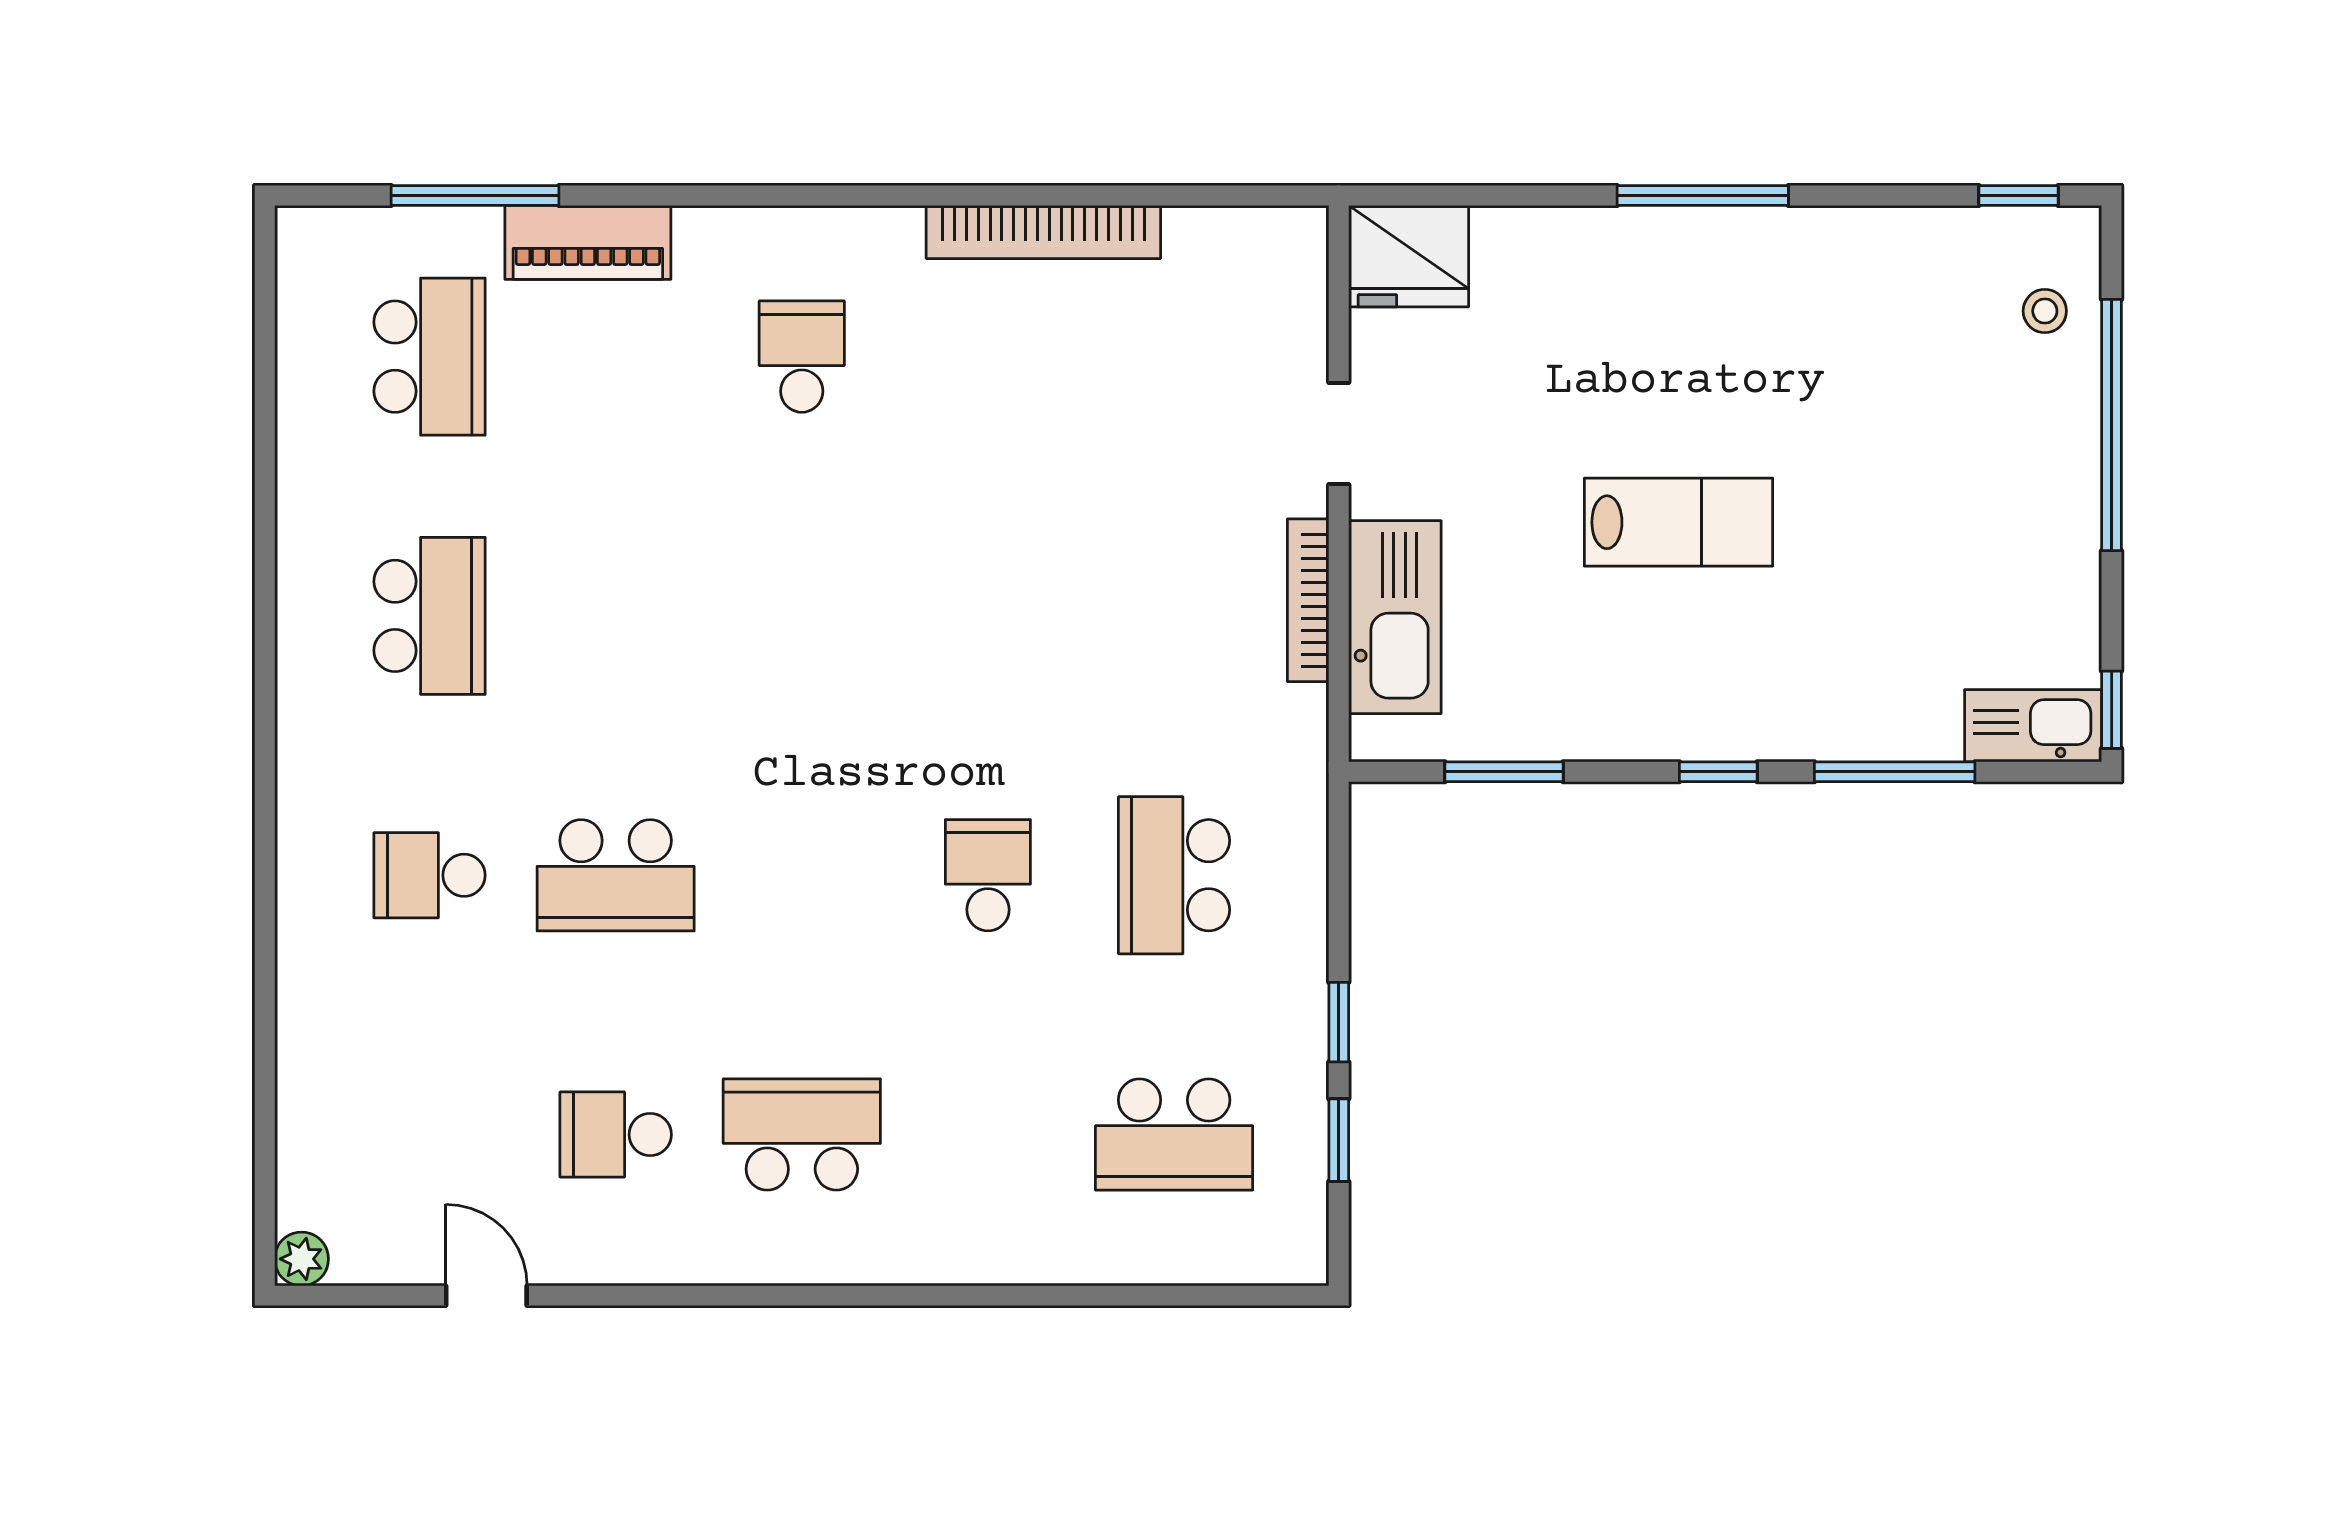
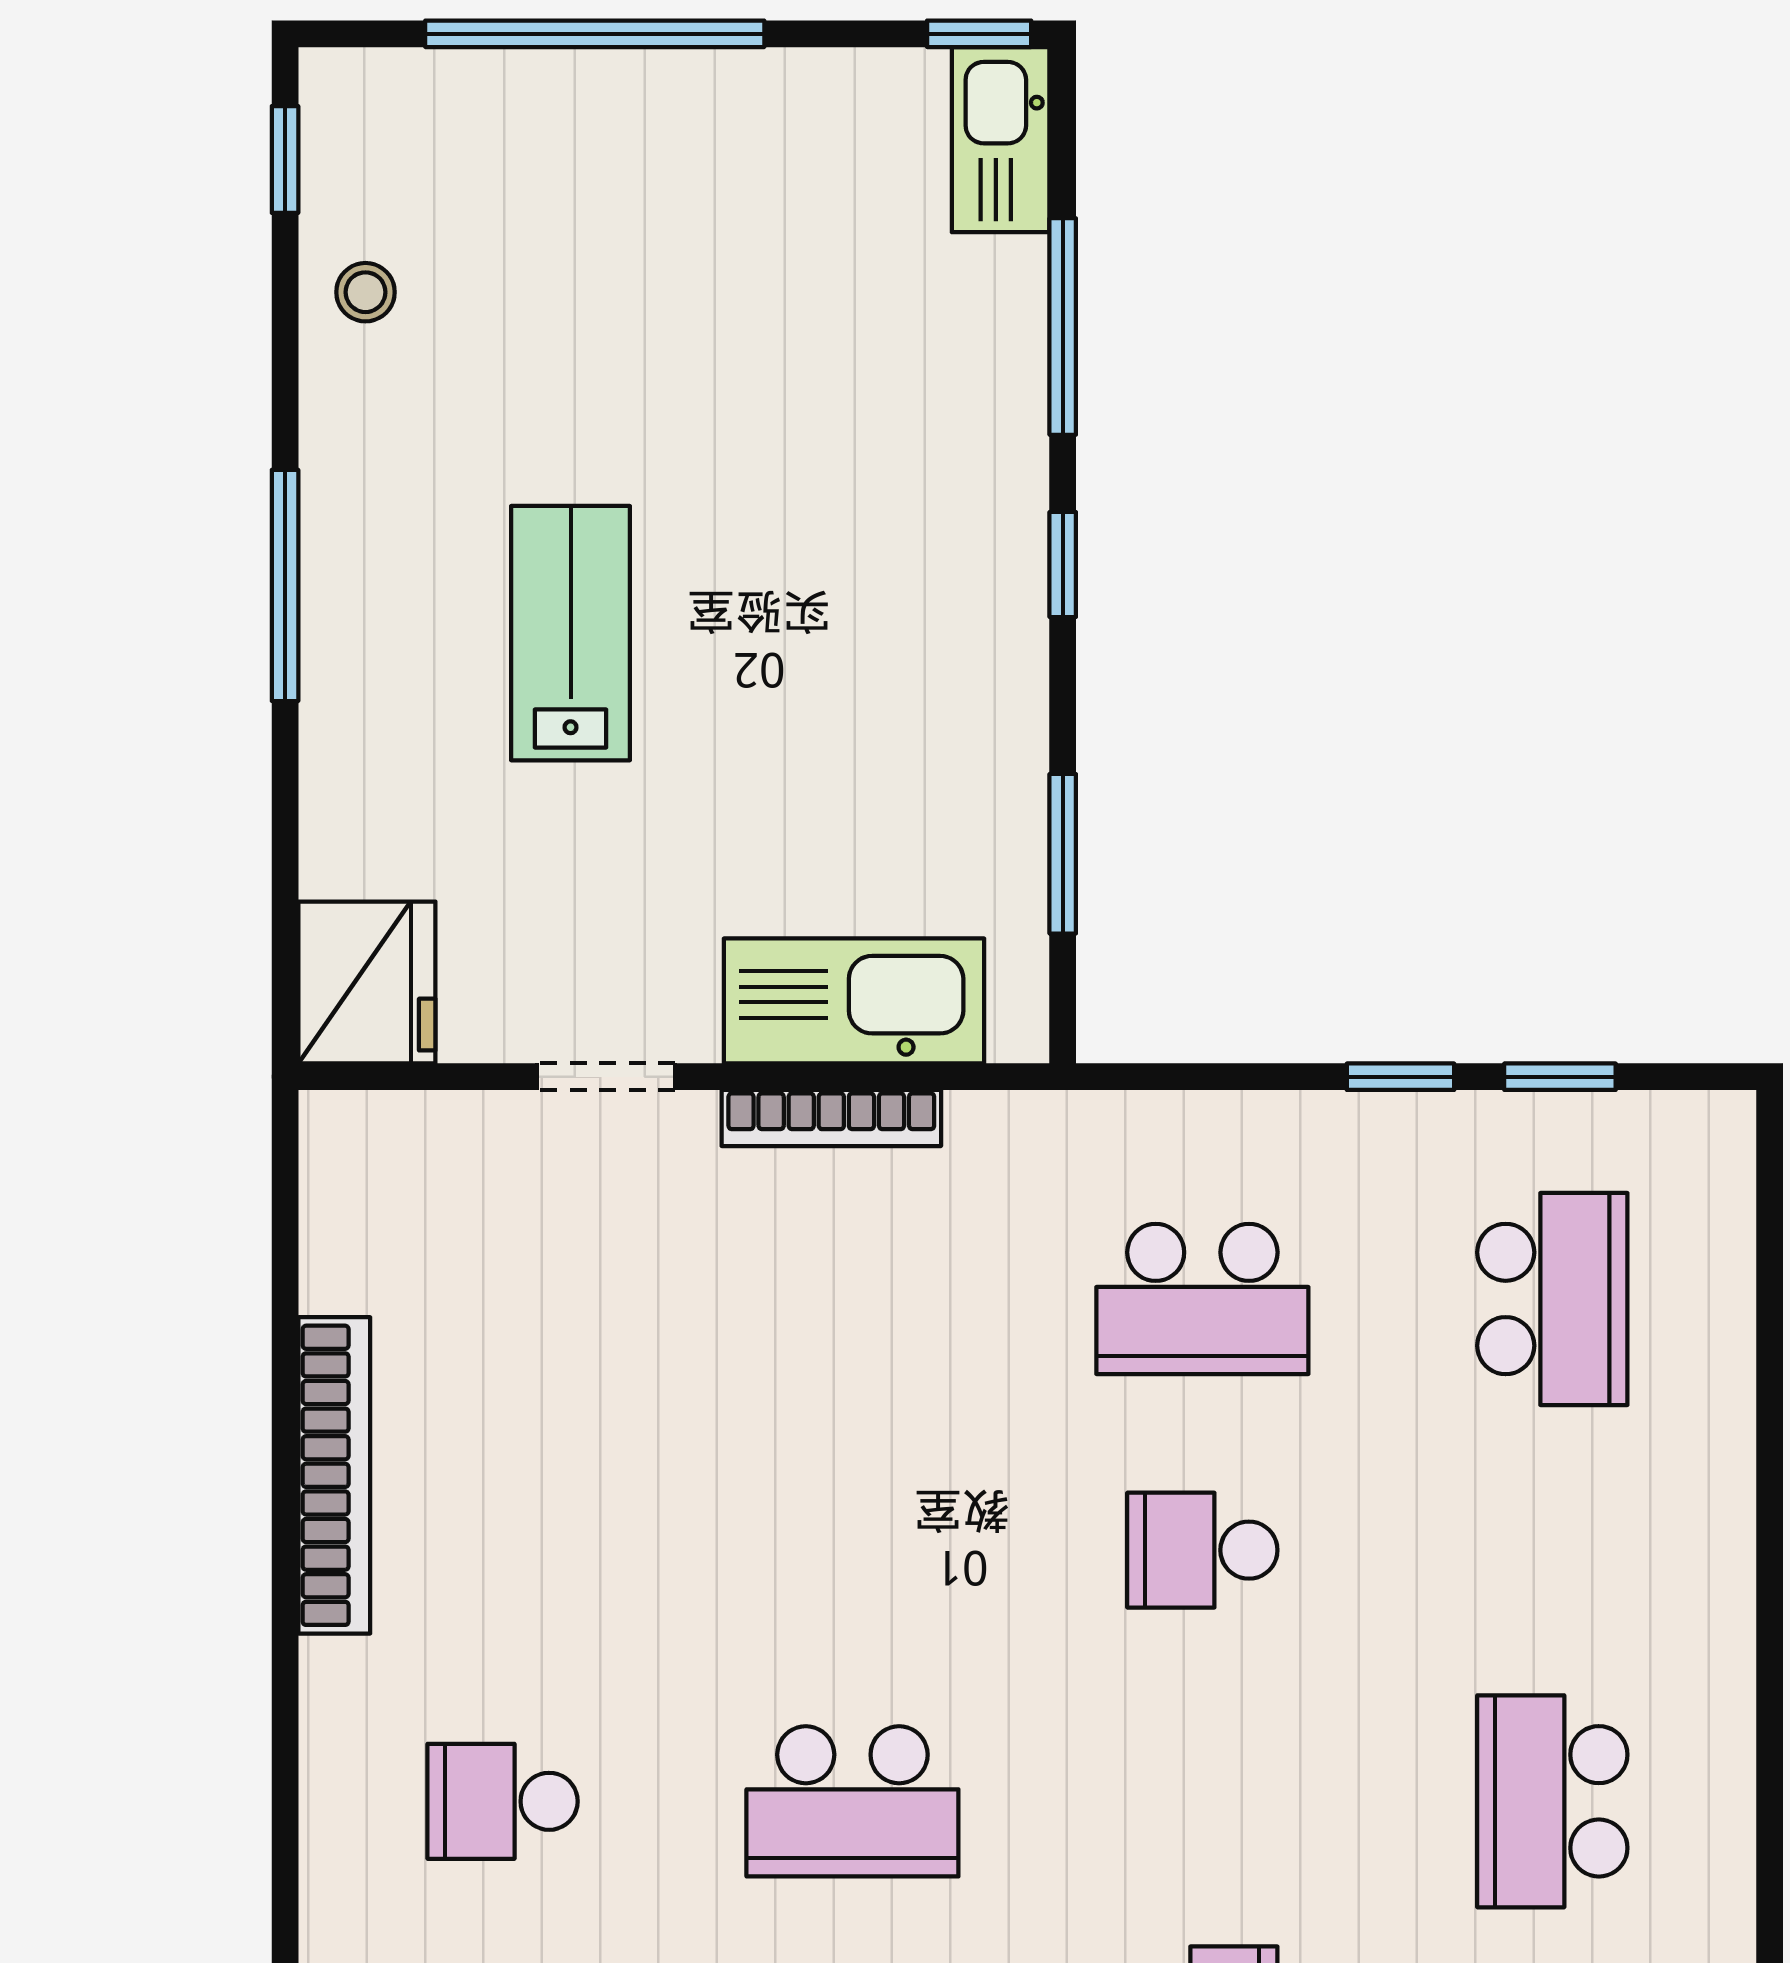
stool: (2045, 311) -> (365, 292), moved
lab bench: (1679, 522) -> (571, 633), moved
school desk: (802, 616) -> (852, 1801), added

